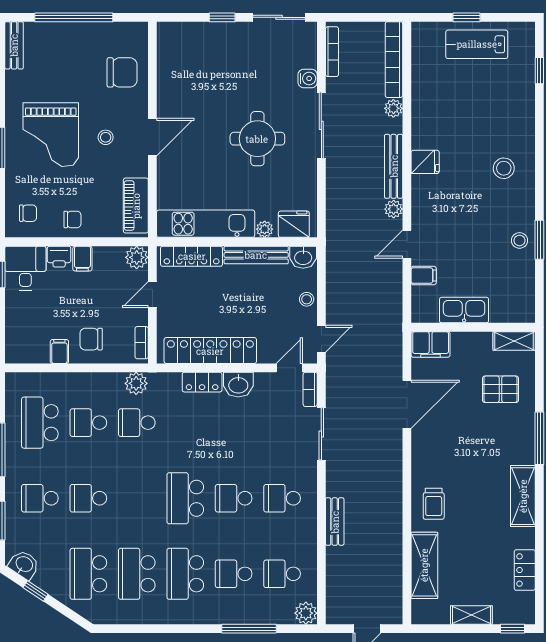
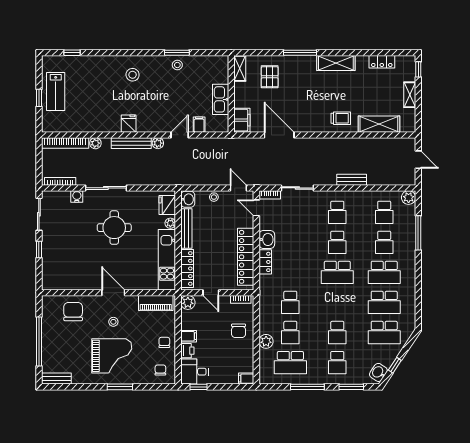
door: (407, 244) -> (180, 135), swing flipped
filing cabinet: (59, 351) -> (246, 379), moved
plant: (136, 383) -> (266, 341), moved

